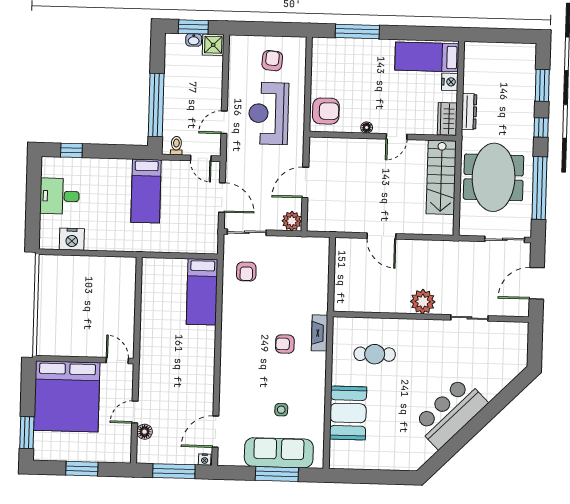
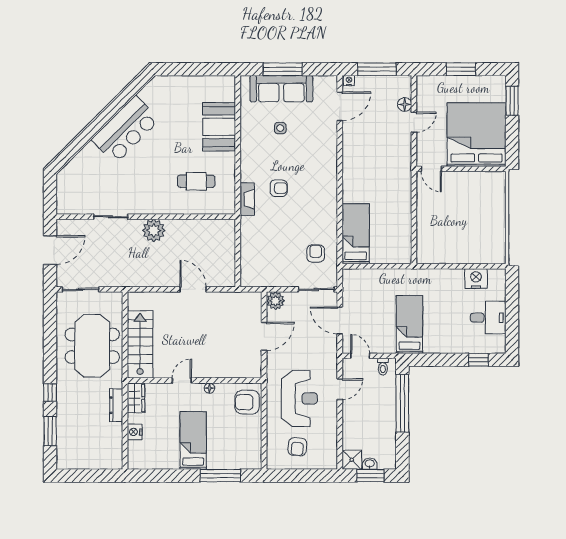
bed: (427, 57) -> (193, 440), moved, turned -90
window: (539, 188) -> (50, 337), removed

